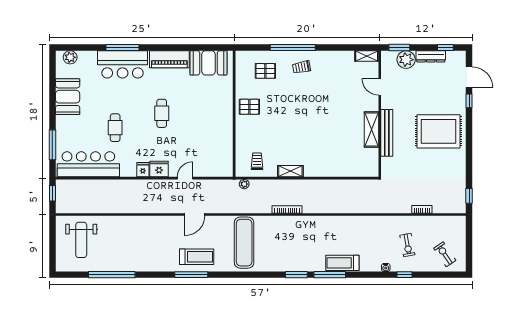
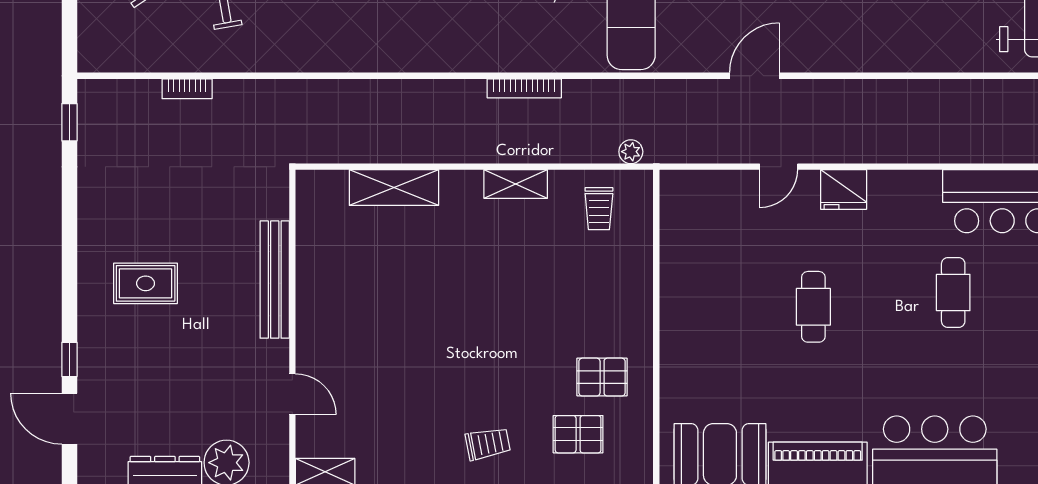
pallet: (249, 107) -> (602, 377), moved
cafe table: (162, 113) -> (813, 307), moved
shelving: (371, 129) -> (394, 188), moved, turned 90
rug: (439, 131) -> (146, 283), width x0.54, depth x0.49
fridge: (143, 170) -> (884, 188), removed

